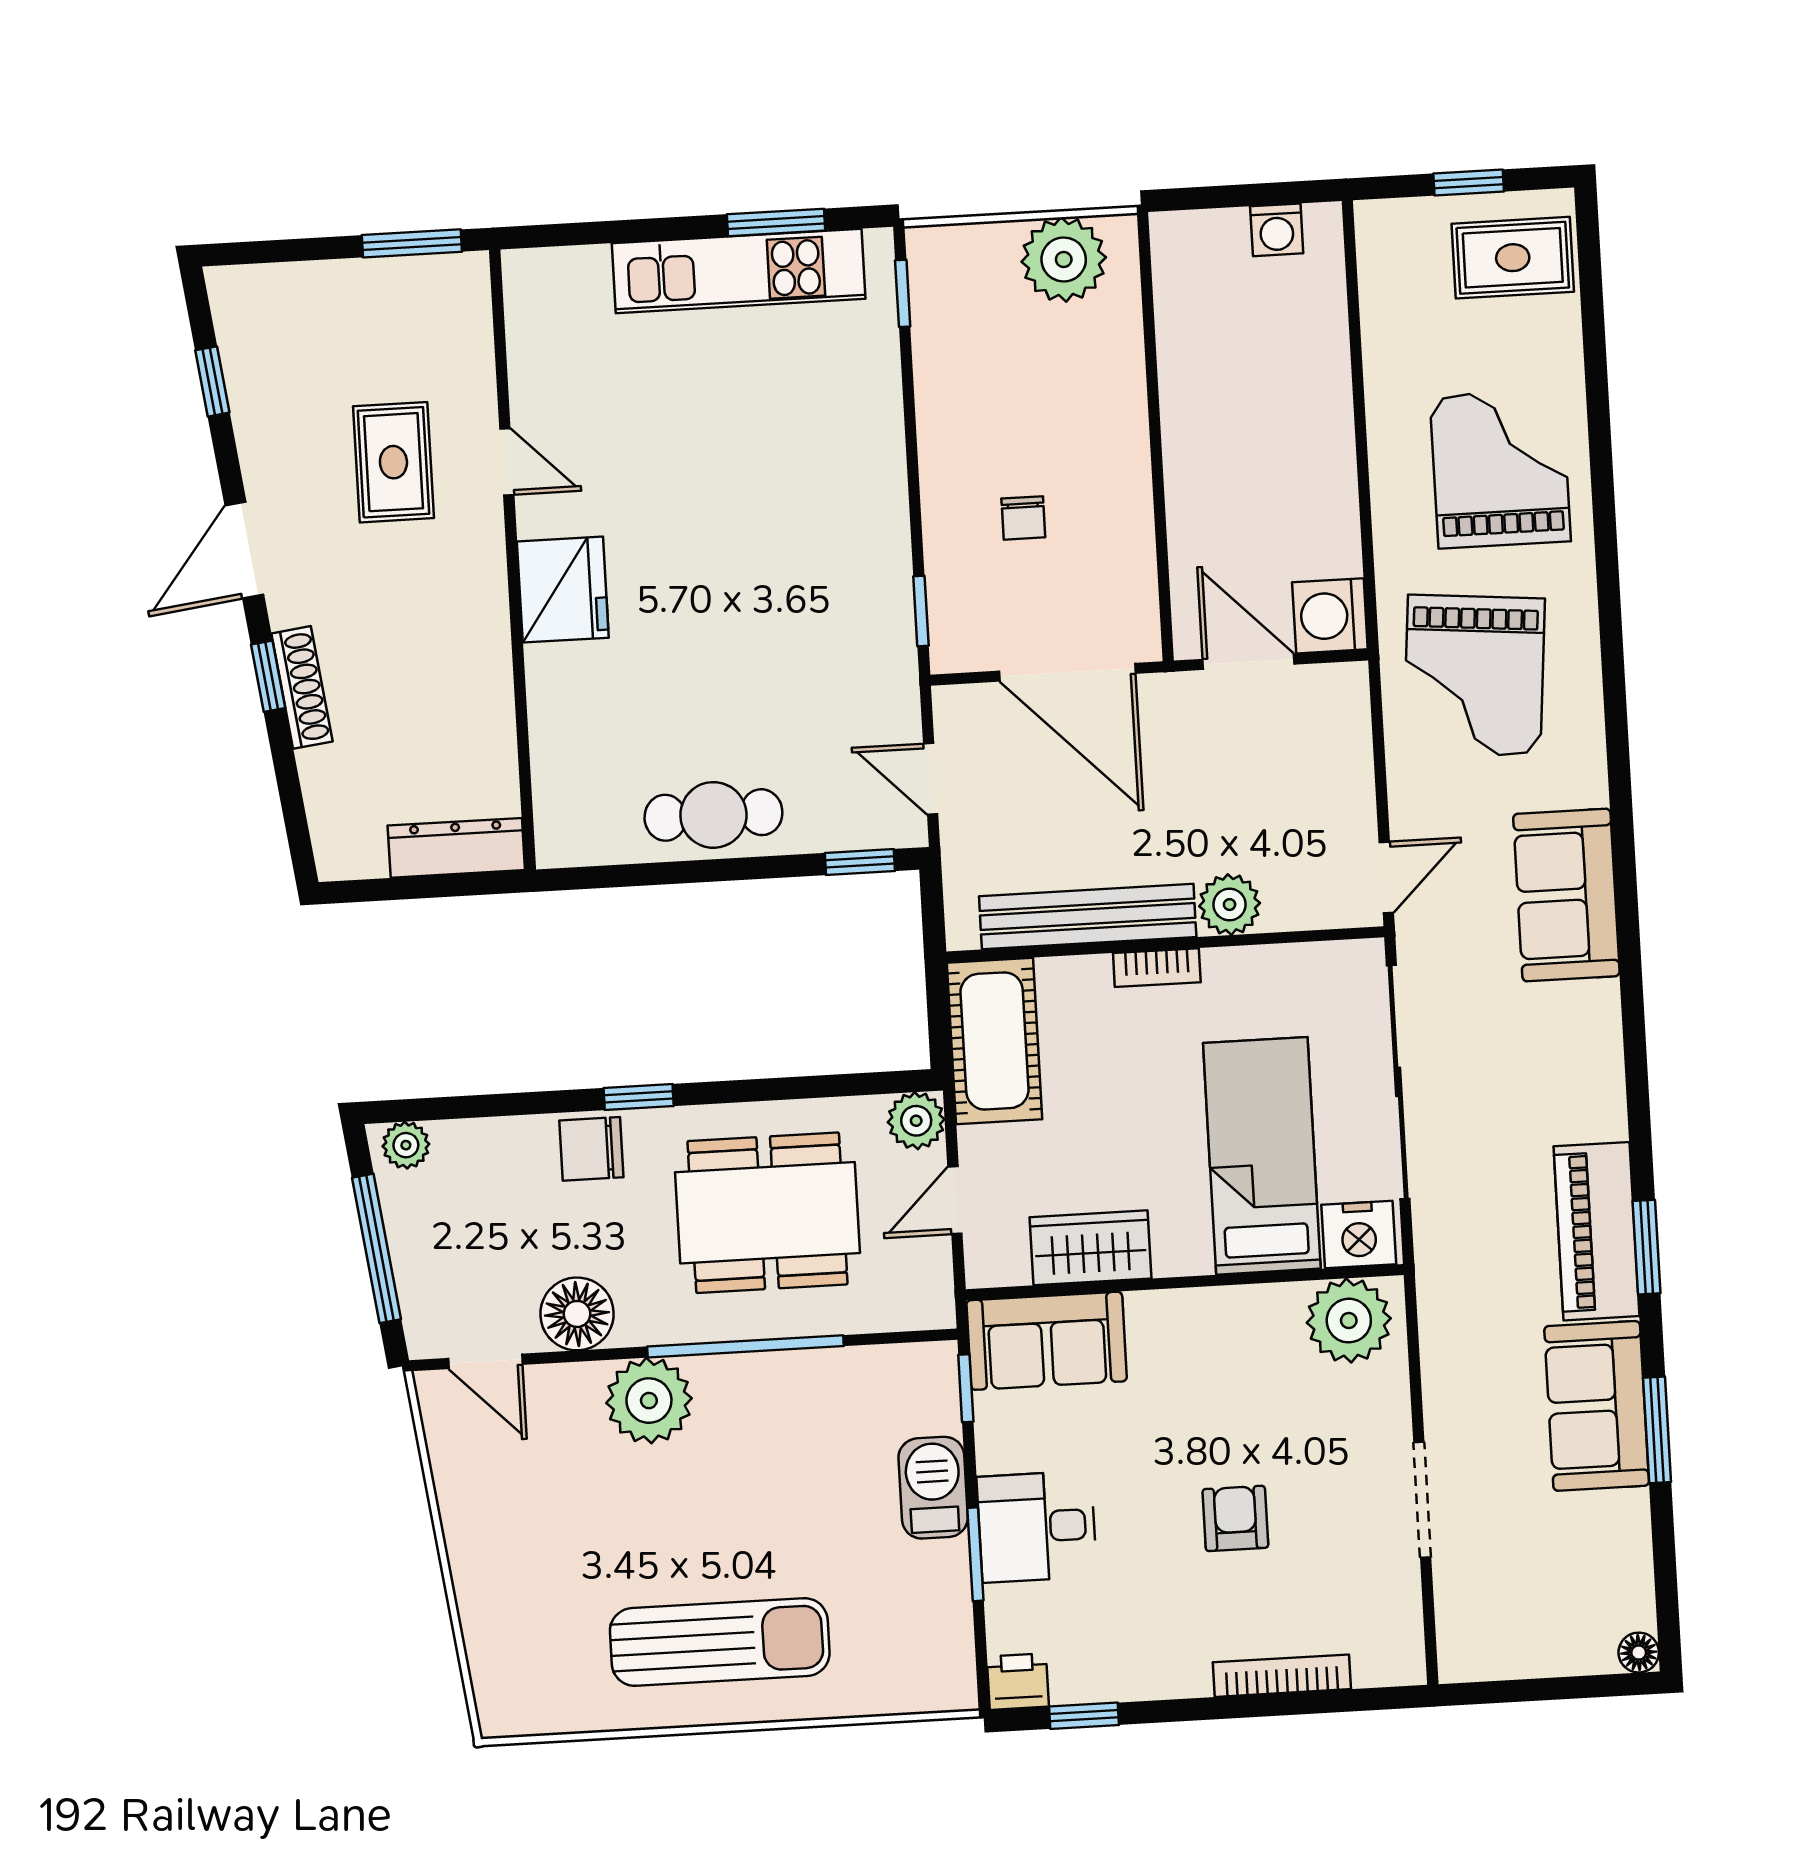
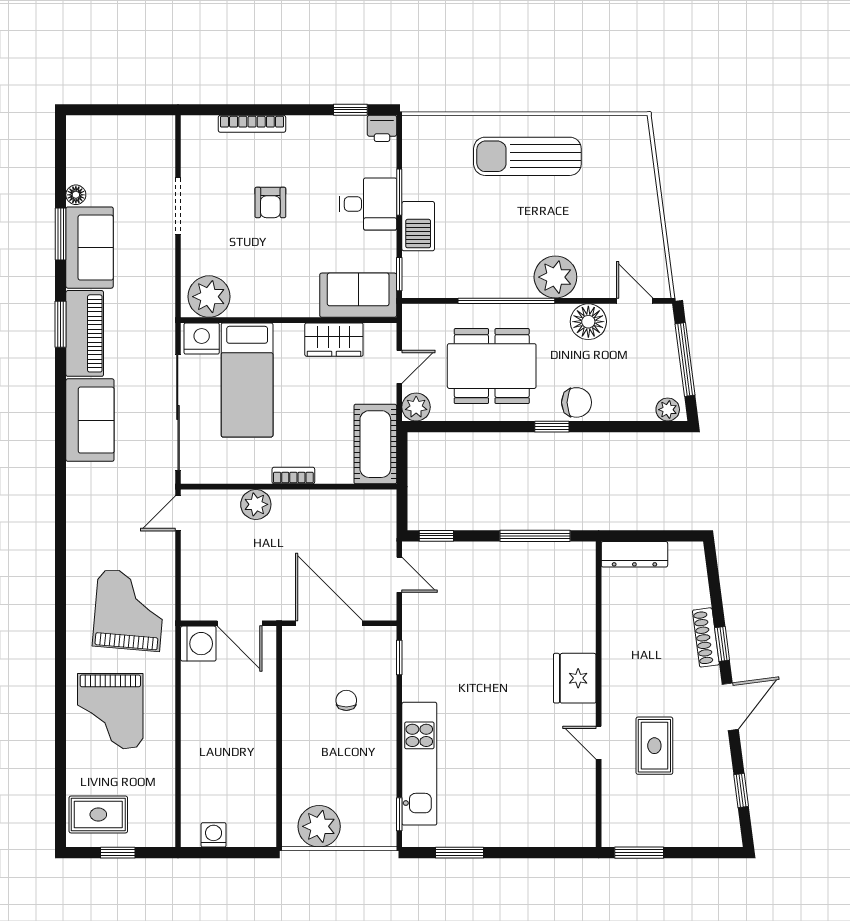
kitchen unit: (739, 271) -> (419, 764), moved, turned 90
cafe table: (713, 815) -> (507, 563), removed
window: (660, 874) -> (535, 536), added
sofa: (1566, 895) -> (90, 420), moved
bench: (1088, 917) -> (326, 503), removed
floor lamp: (1639, 1653) -> (76, 195), moved

